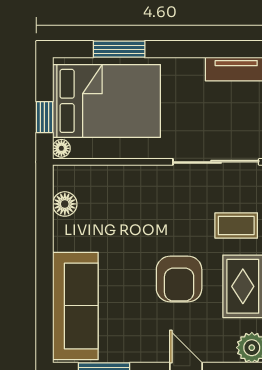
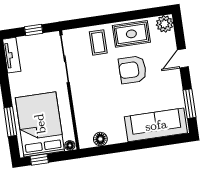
window: (44, 117) -> (39, 159), moved
armchair: (179, 279) -> (133, 70), turned 180

